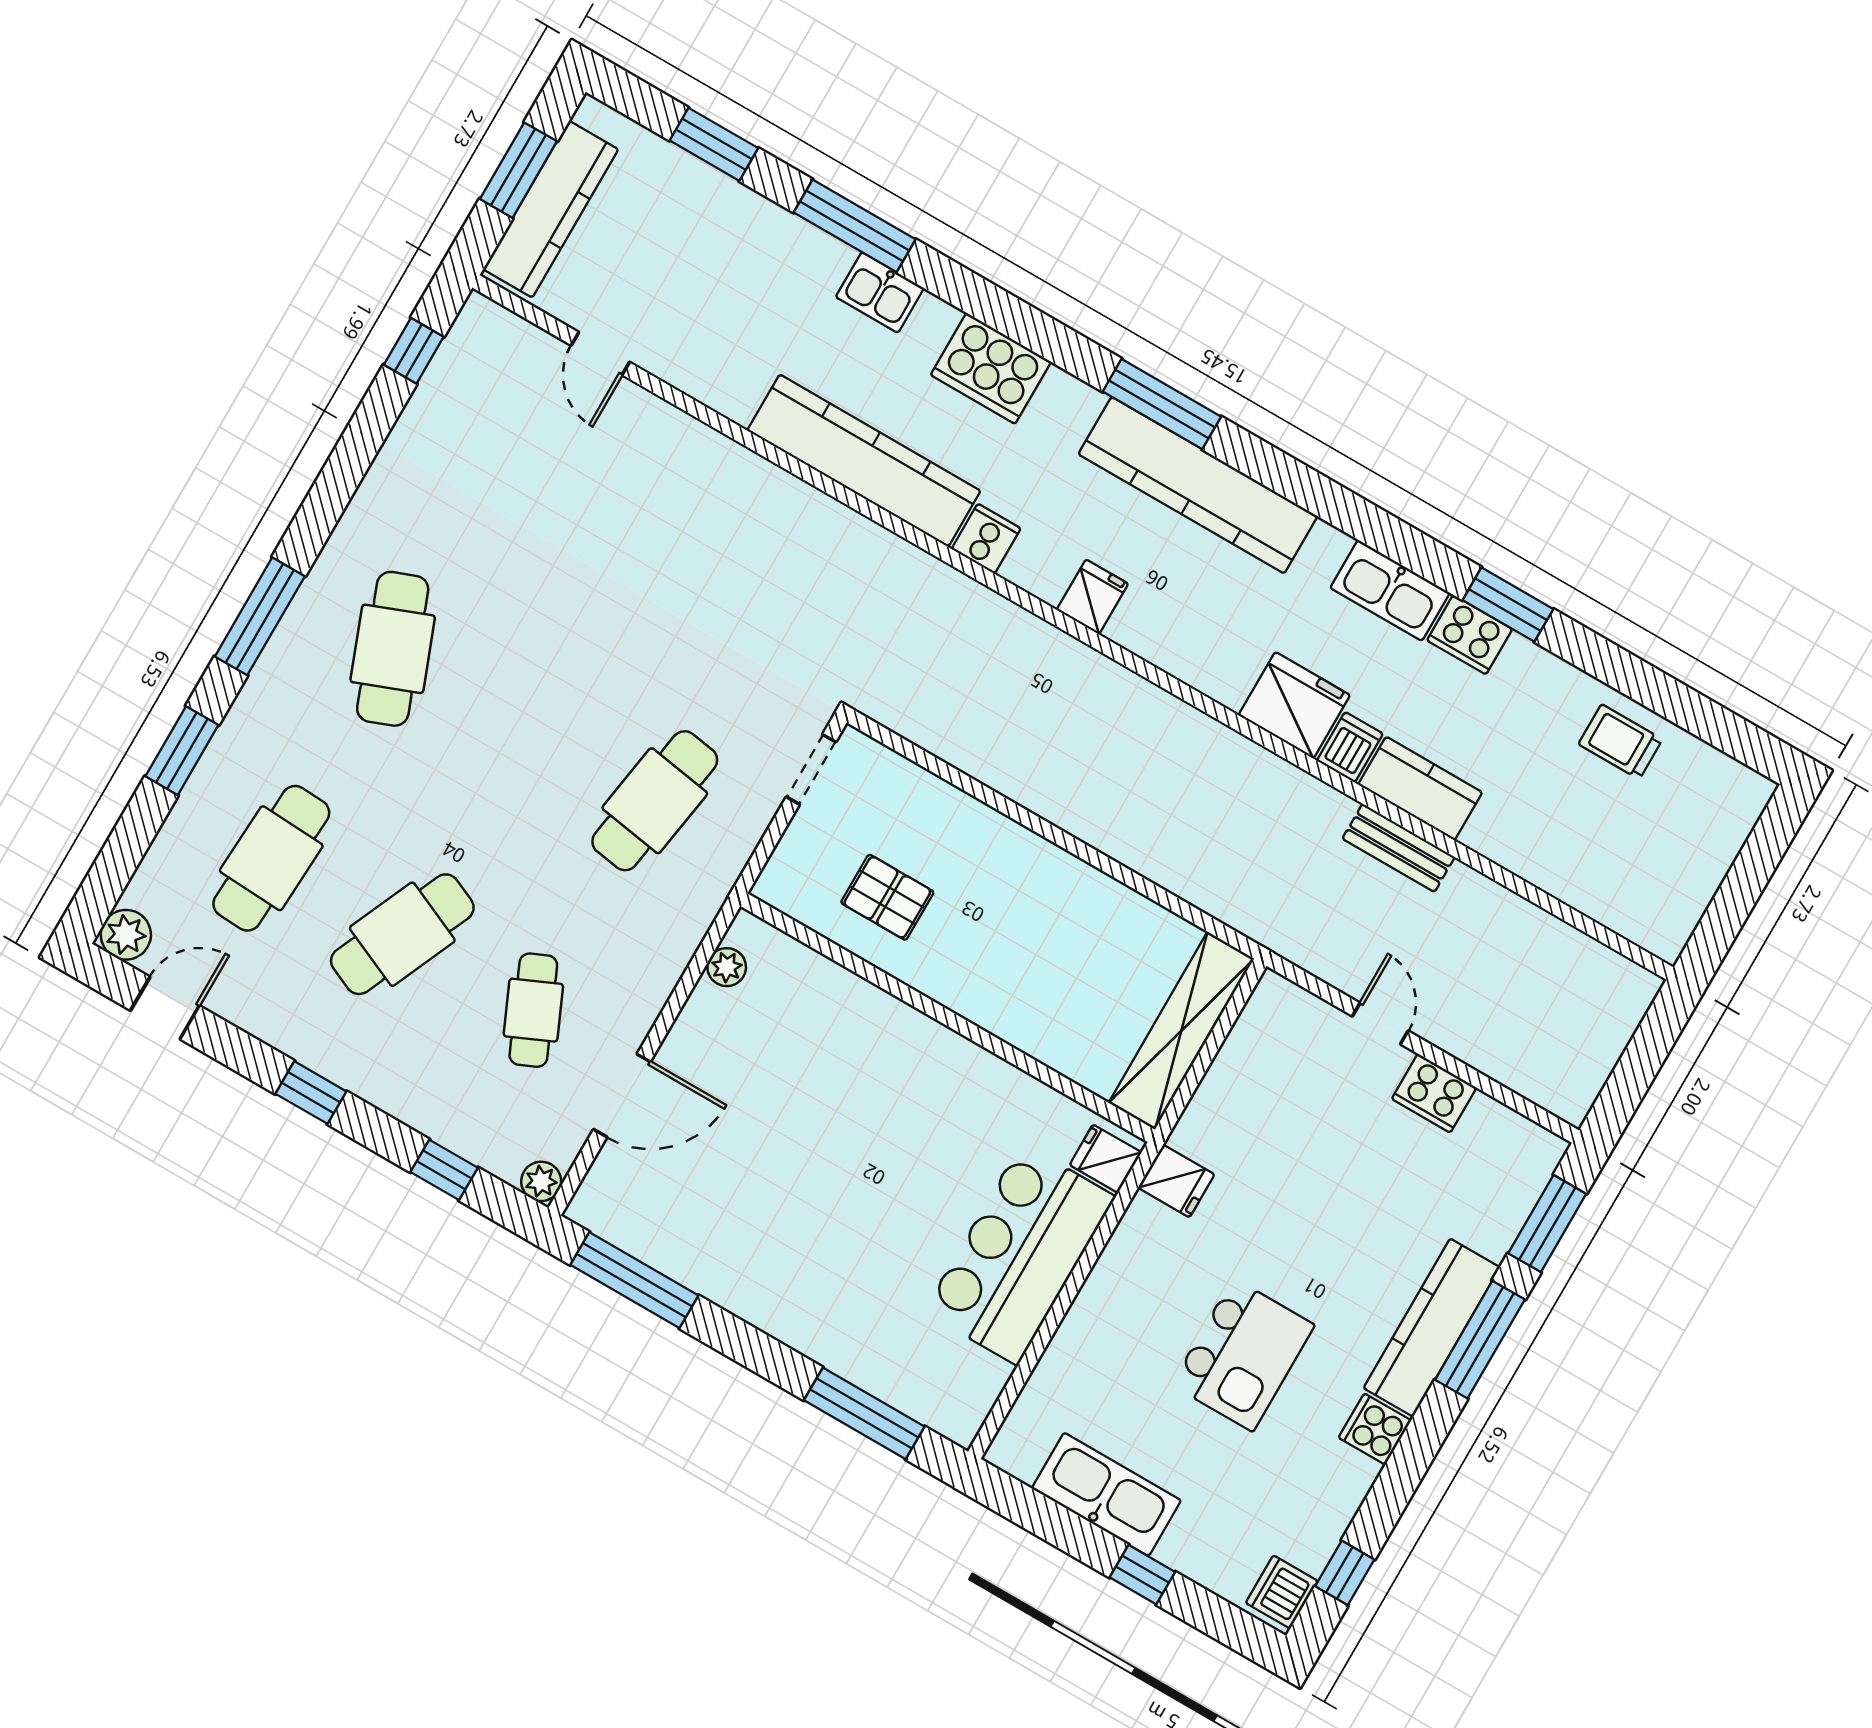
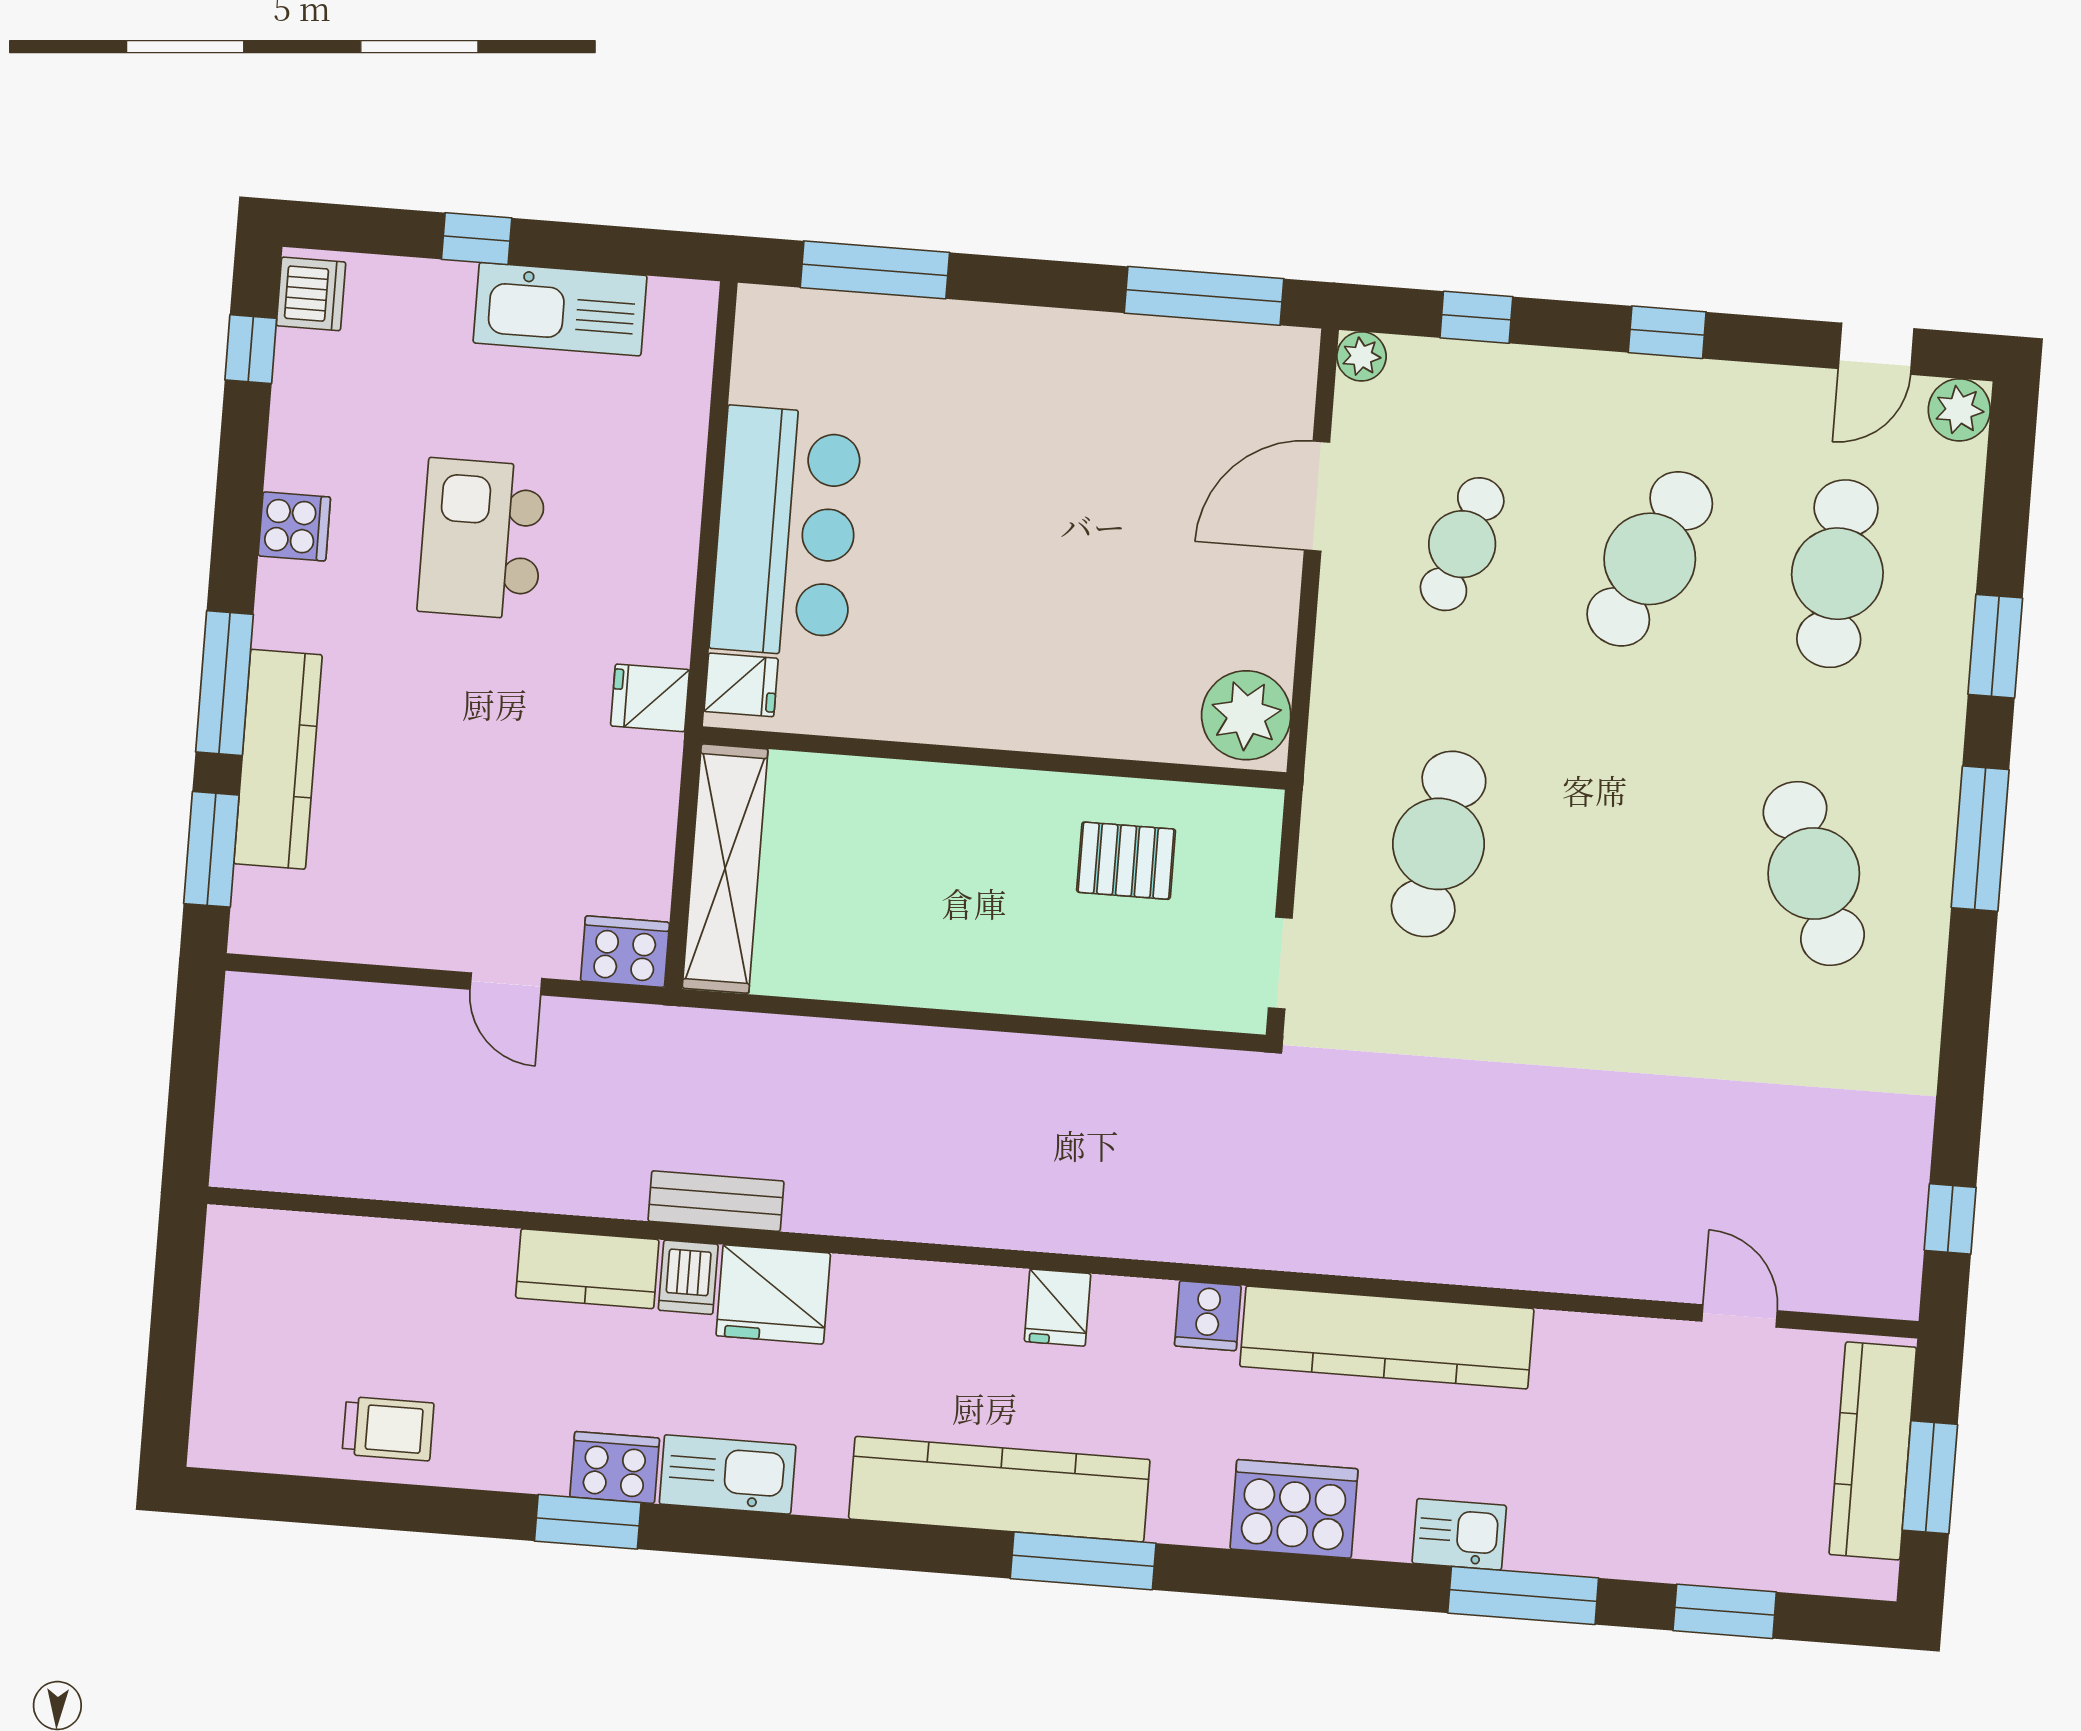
bench: (1399, 848) -> (716, 1201), moved
plant: (727, 967) -> (1246, 715), width x1.88, depth x1.88
cafe table: (533, 1010) -> (1462, 544), turned 42
cooker: (1434, 1093) -> (625, 952), moved
kitchen counter: (1432, 1328) -> (278, 759), moved

